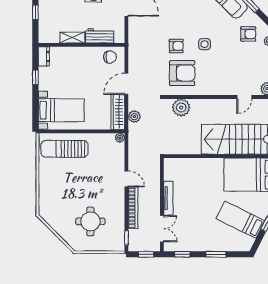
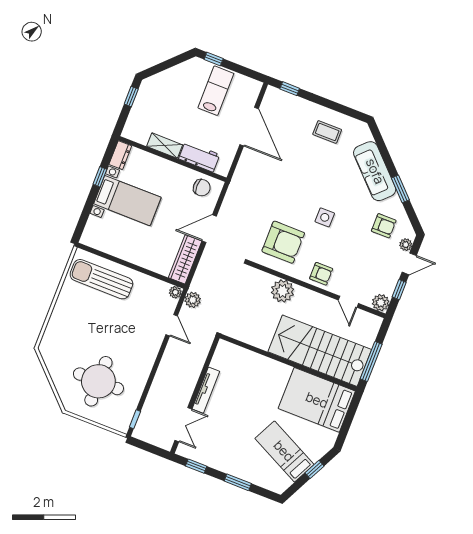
armchair: (176, 46) -> (321, 274), moved
door: (244, 97) -> (348, 302), hinge flipped
plant: (181, 108) -> (283, 291), moved
bed with nightstands: (61, 110) -> (127, 201), moved
plant: (134, 117) -> (193, 300), moved
door: (126, 179) -> (172, 325), moved
bookcase: (133, 208) -> (158, 385), removed
round table: (90, 221) -> (98, 381), width x1.36, depth x1.36
window: (146, 254) -> (151, 449), removed

